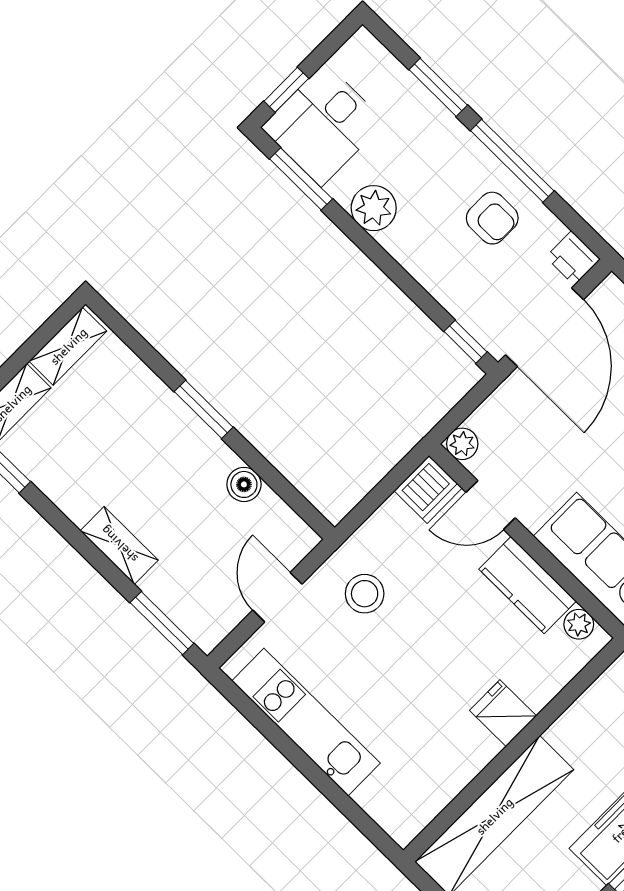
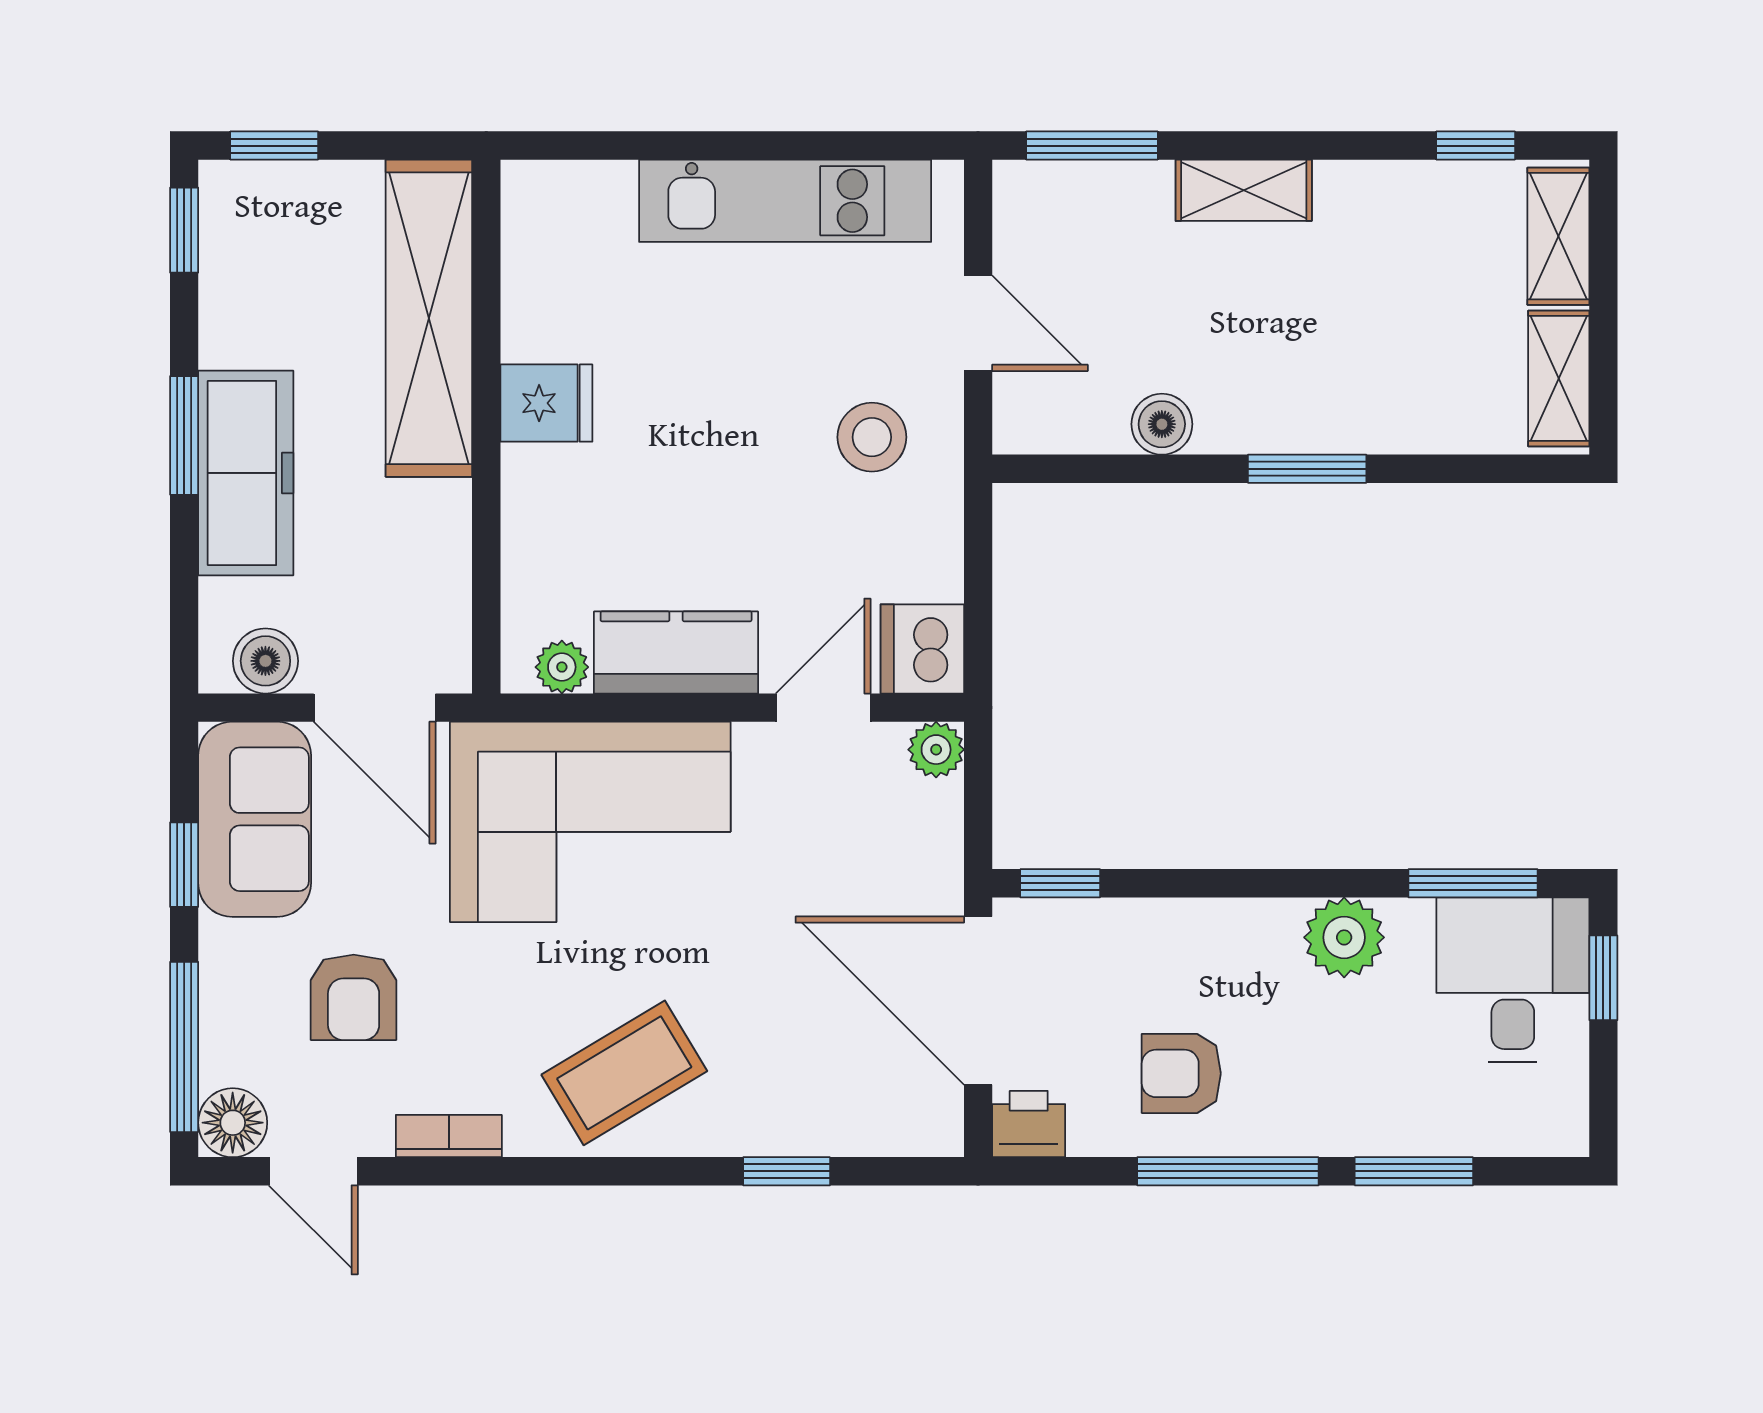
fridge: (503, 713) -> (546, 403), moved

